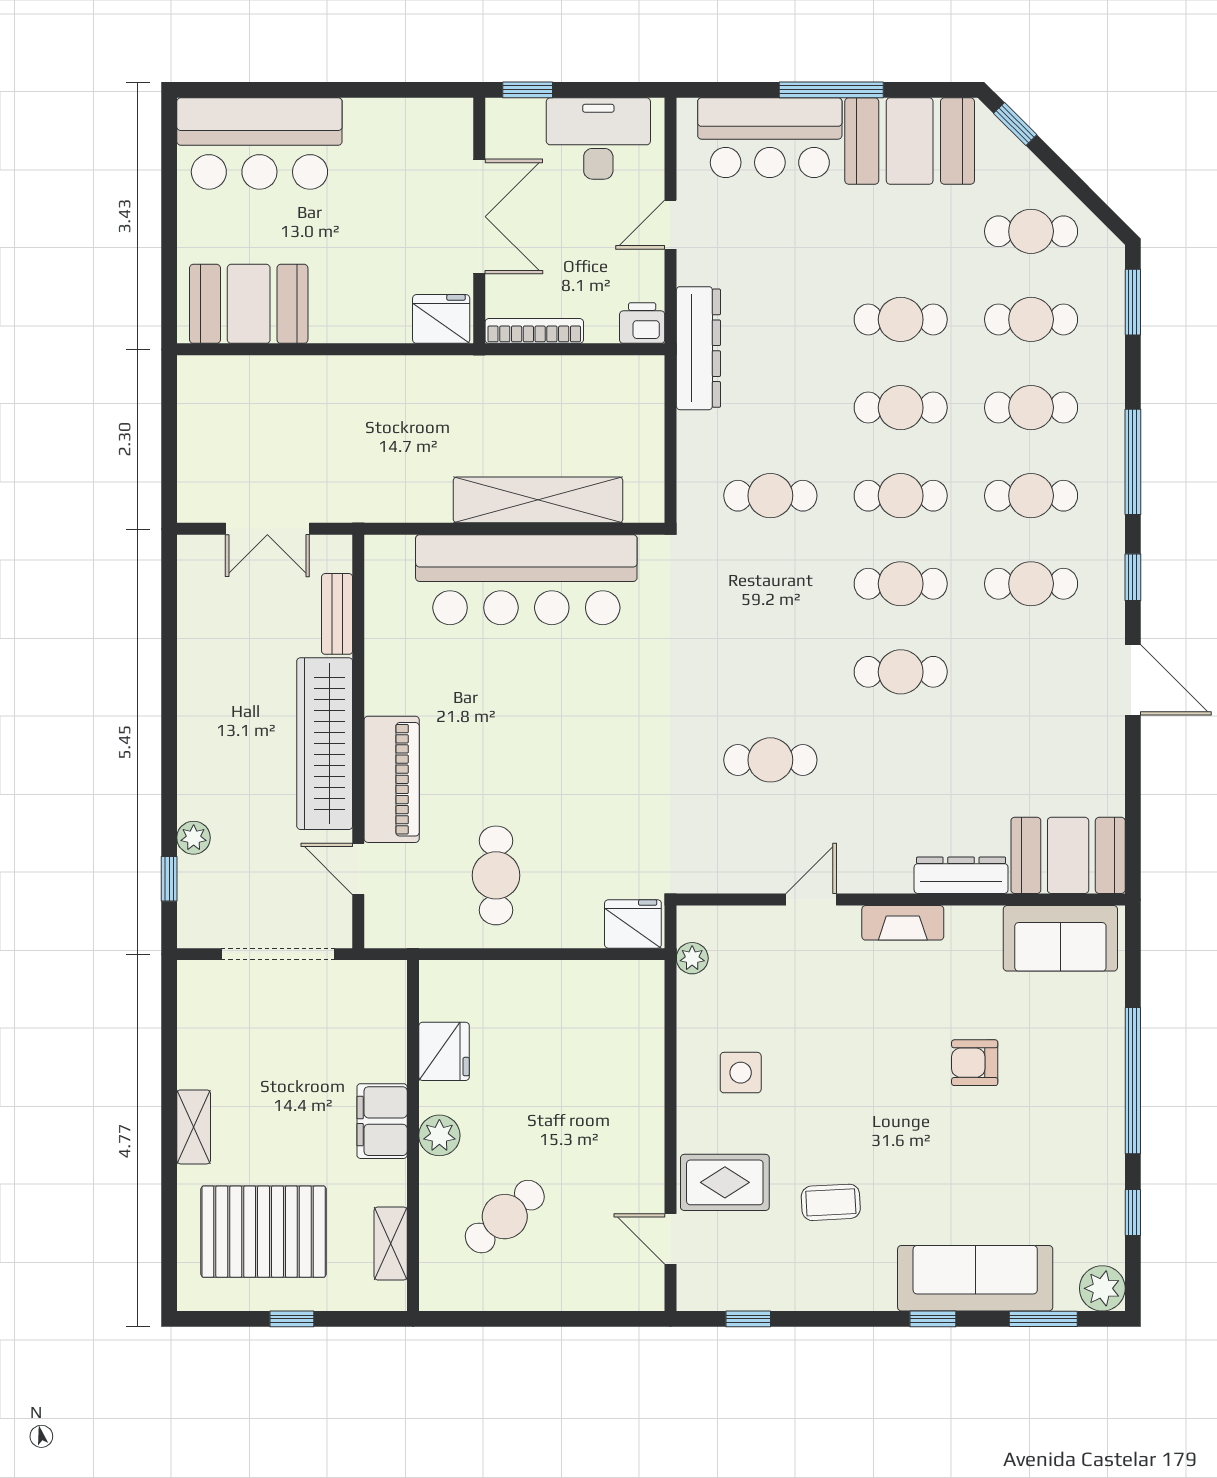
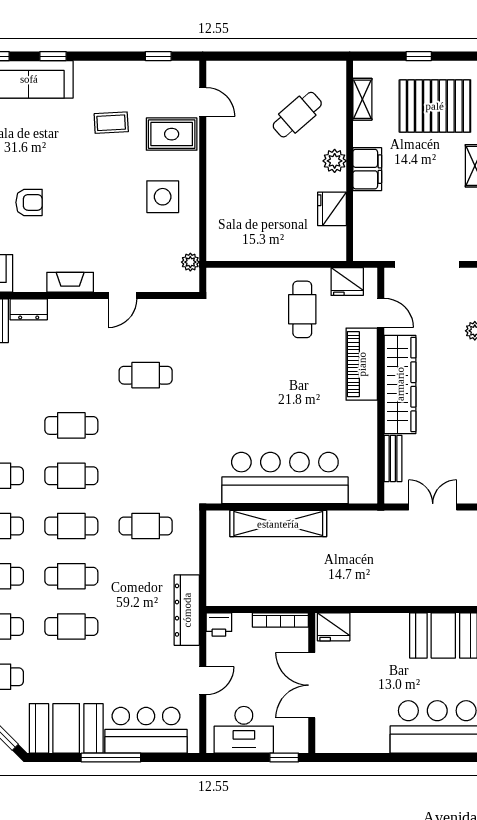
dresser: (961, 875) -> (29, 309), width x0.70
fridge: (633, 924) -> (347, 282), moved
side table: (741, 1073) -> (163, 197), width x1.37, depth x1.37

